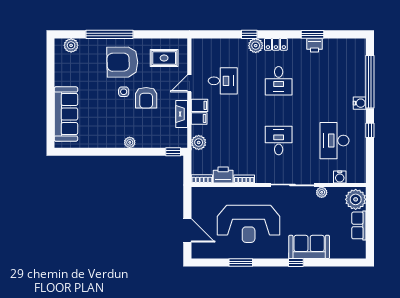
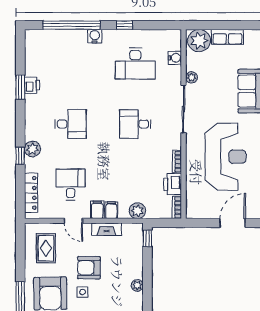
locker: (276, 44) -> (31, 193), moved, width x1.53
armchair: (146, 98) -> (89, 268), turned 180

